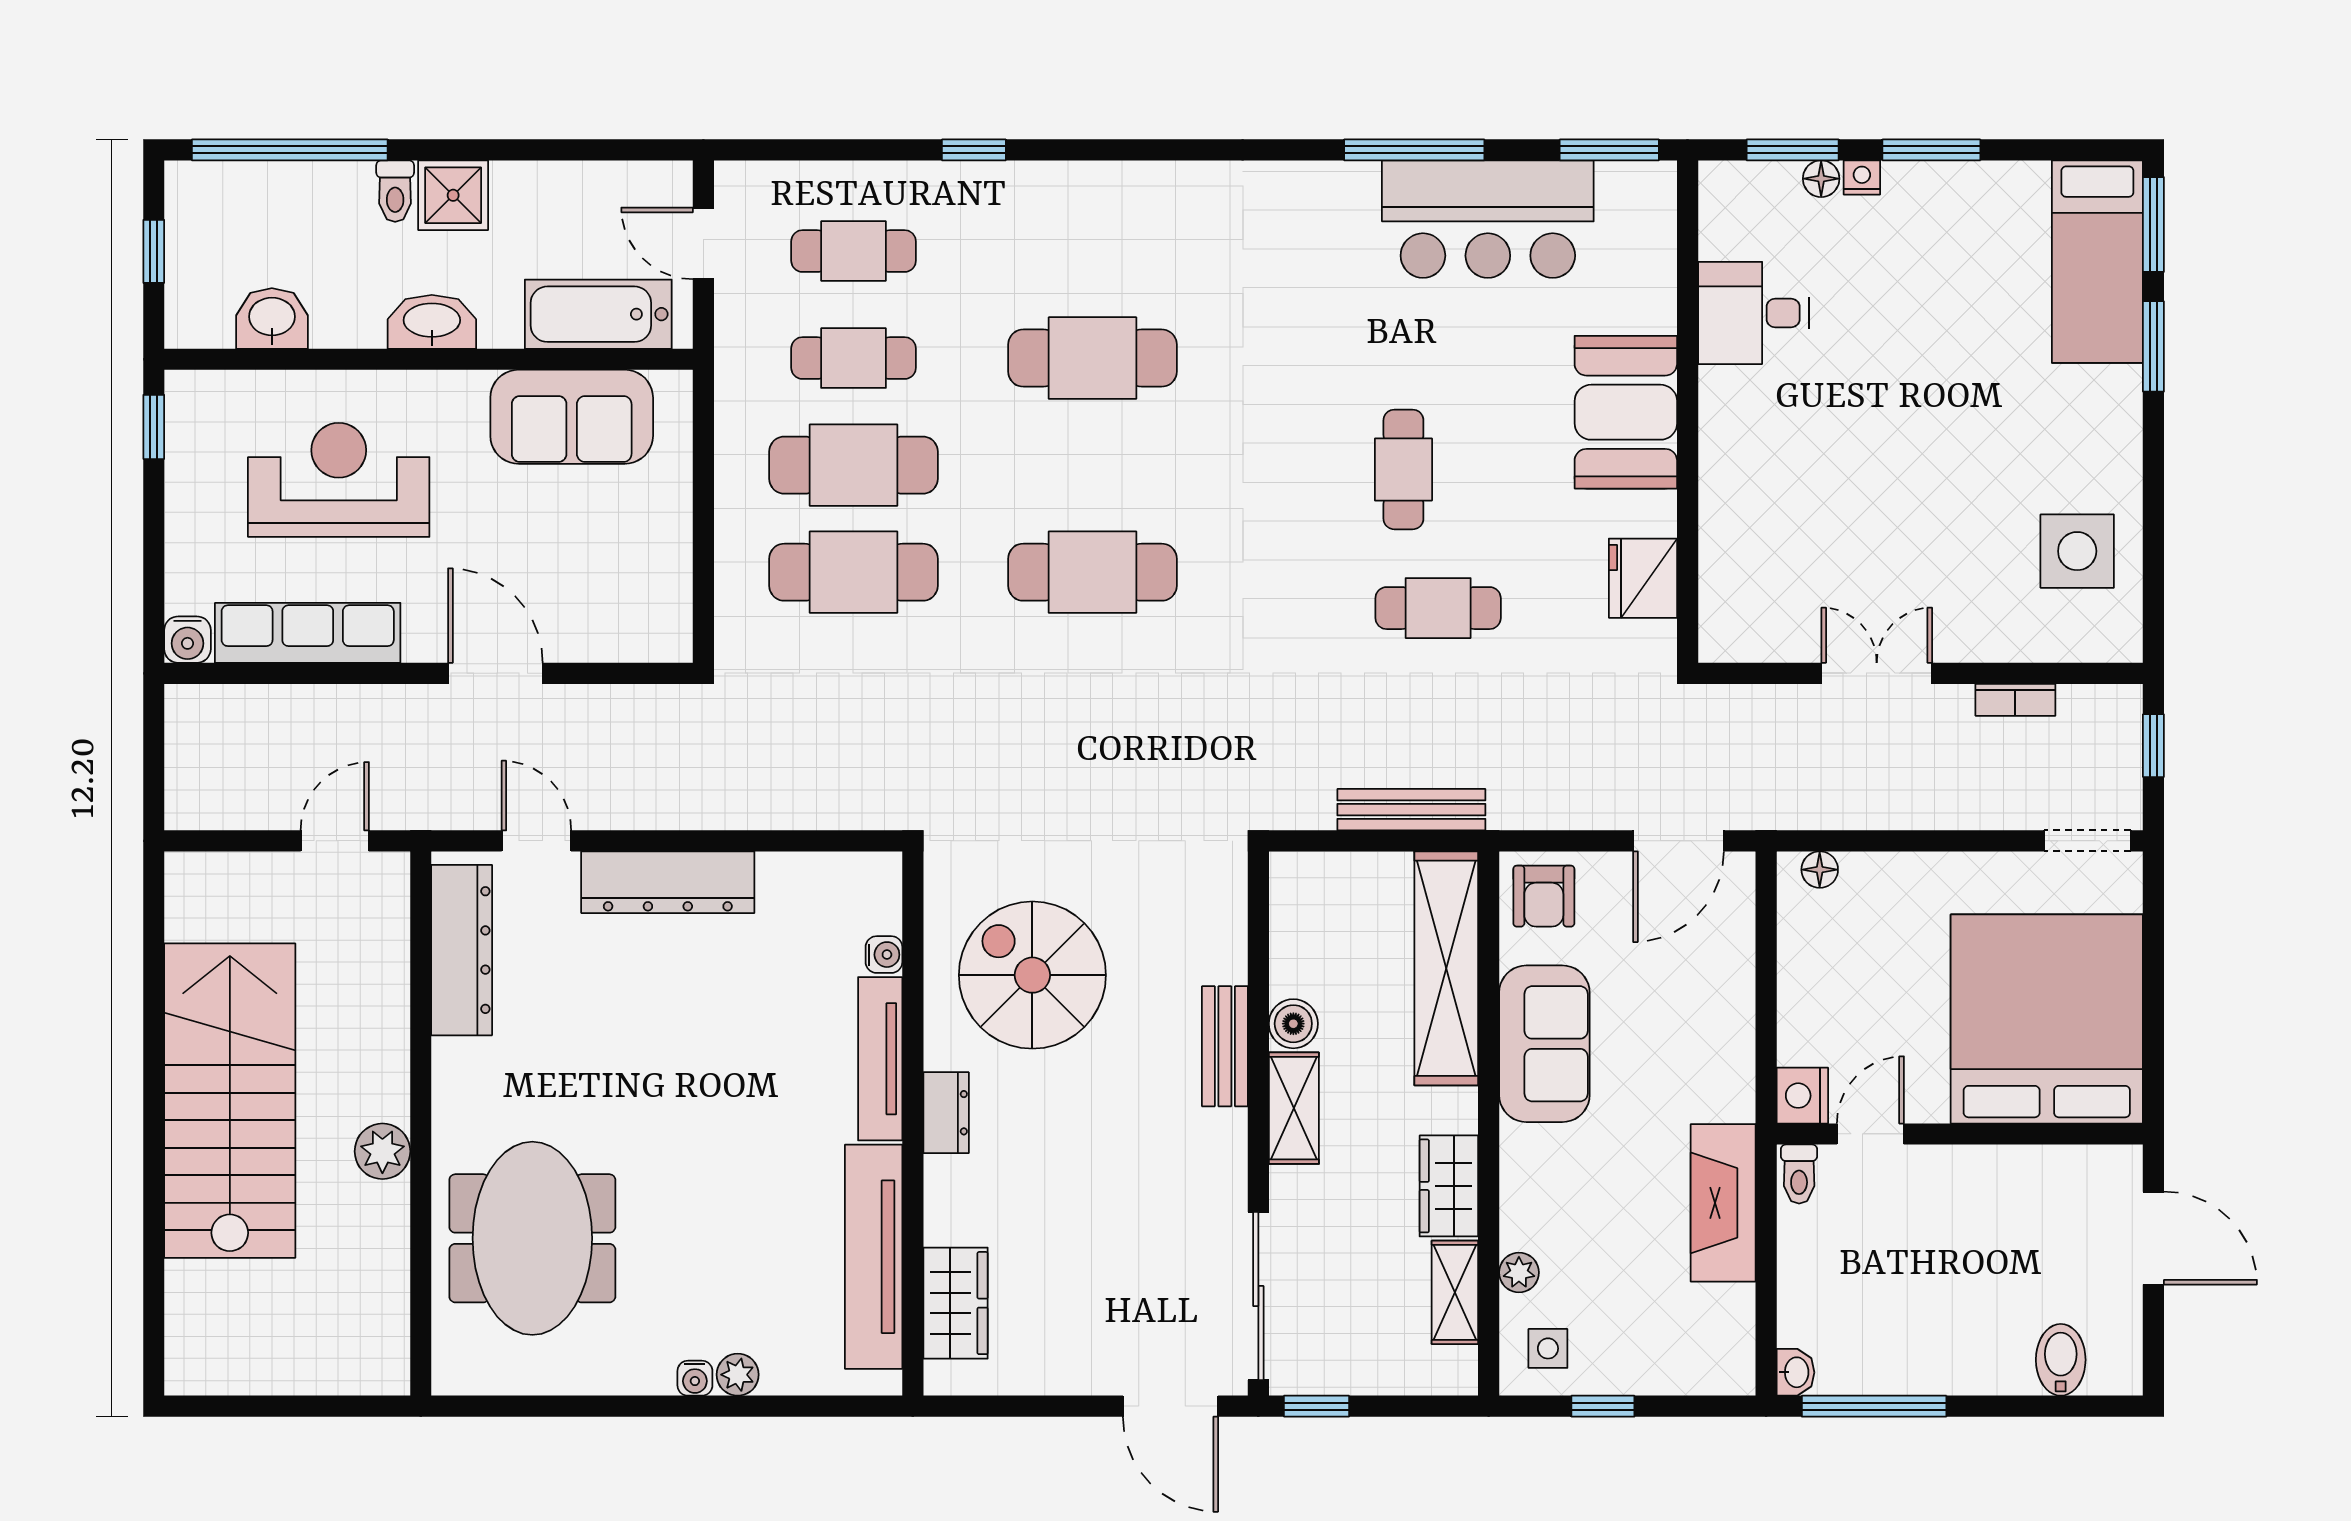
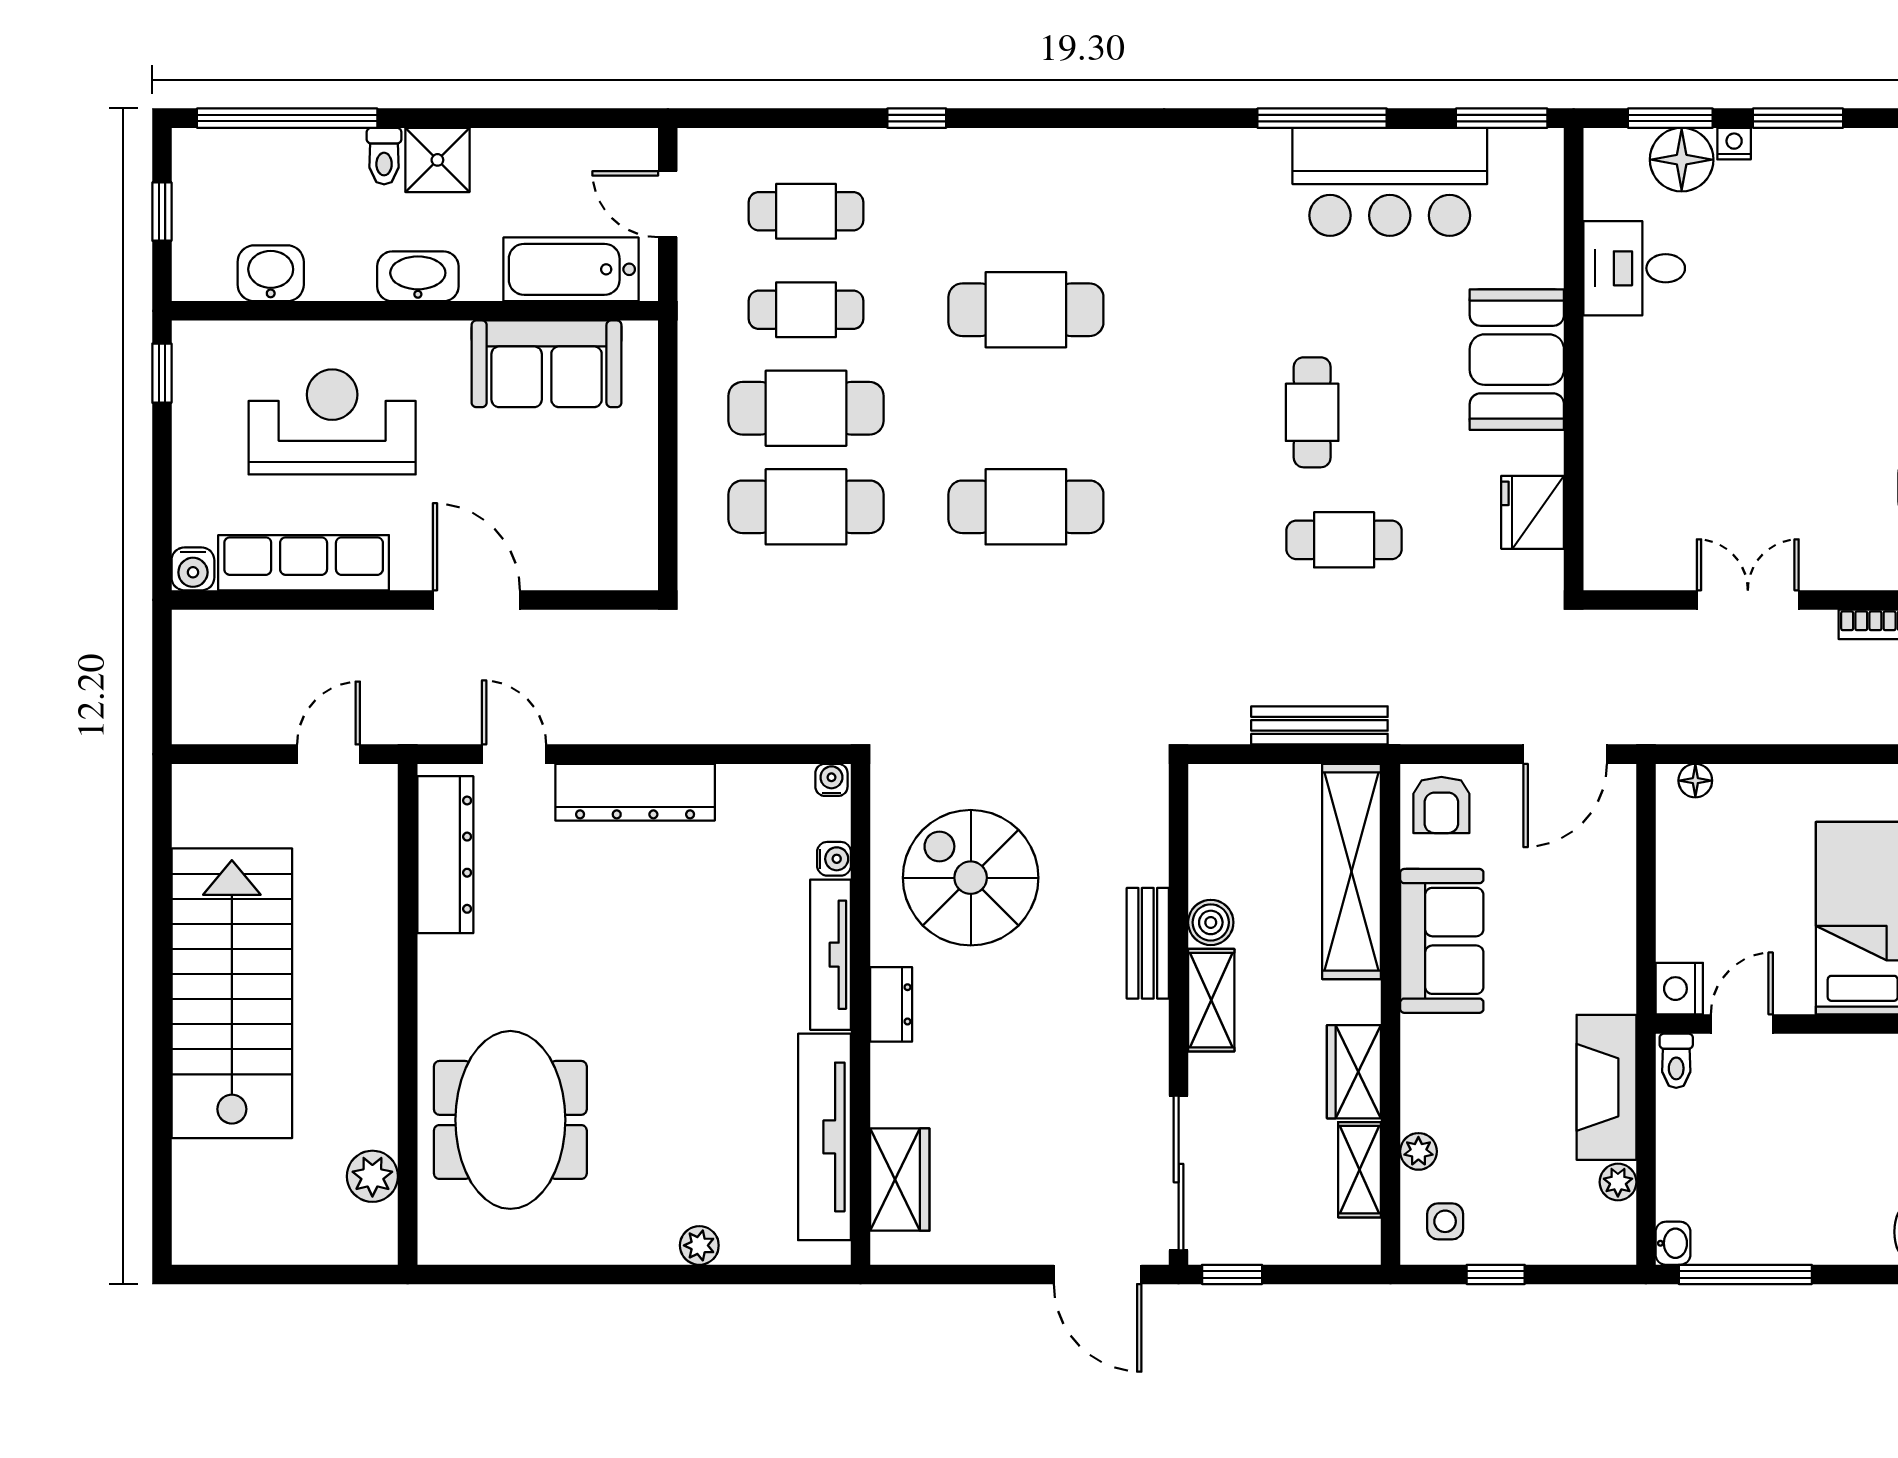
floor lamp: (1821, 179) -> (1682, 160), width x1.89, depth x1.89
plant: (382, 1151) -> (372, 1176), moved
plant: (1736, 1306) -> (1618, 1182), added
water cooler: (695, 1378) -> (831, 780), moved, turned 180

